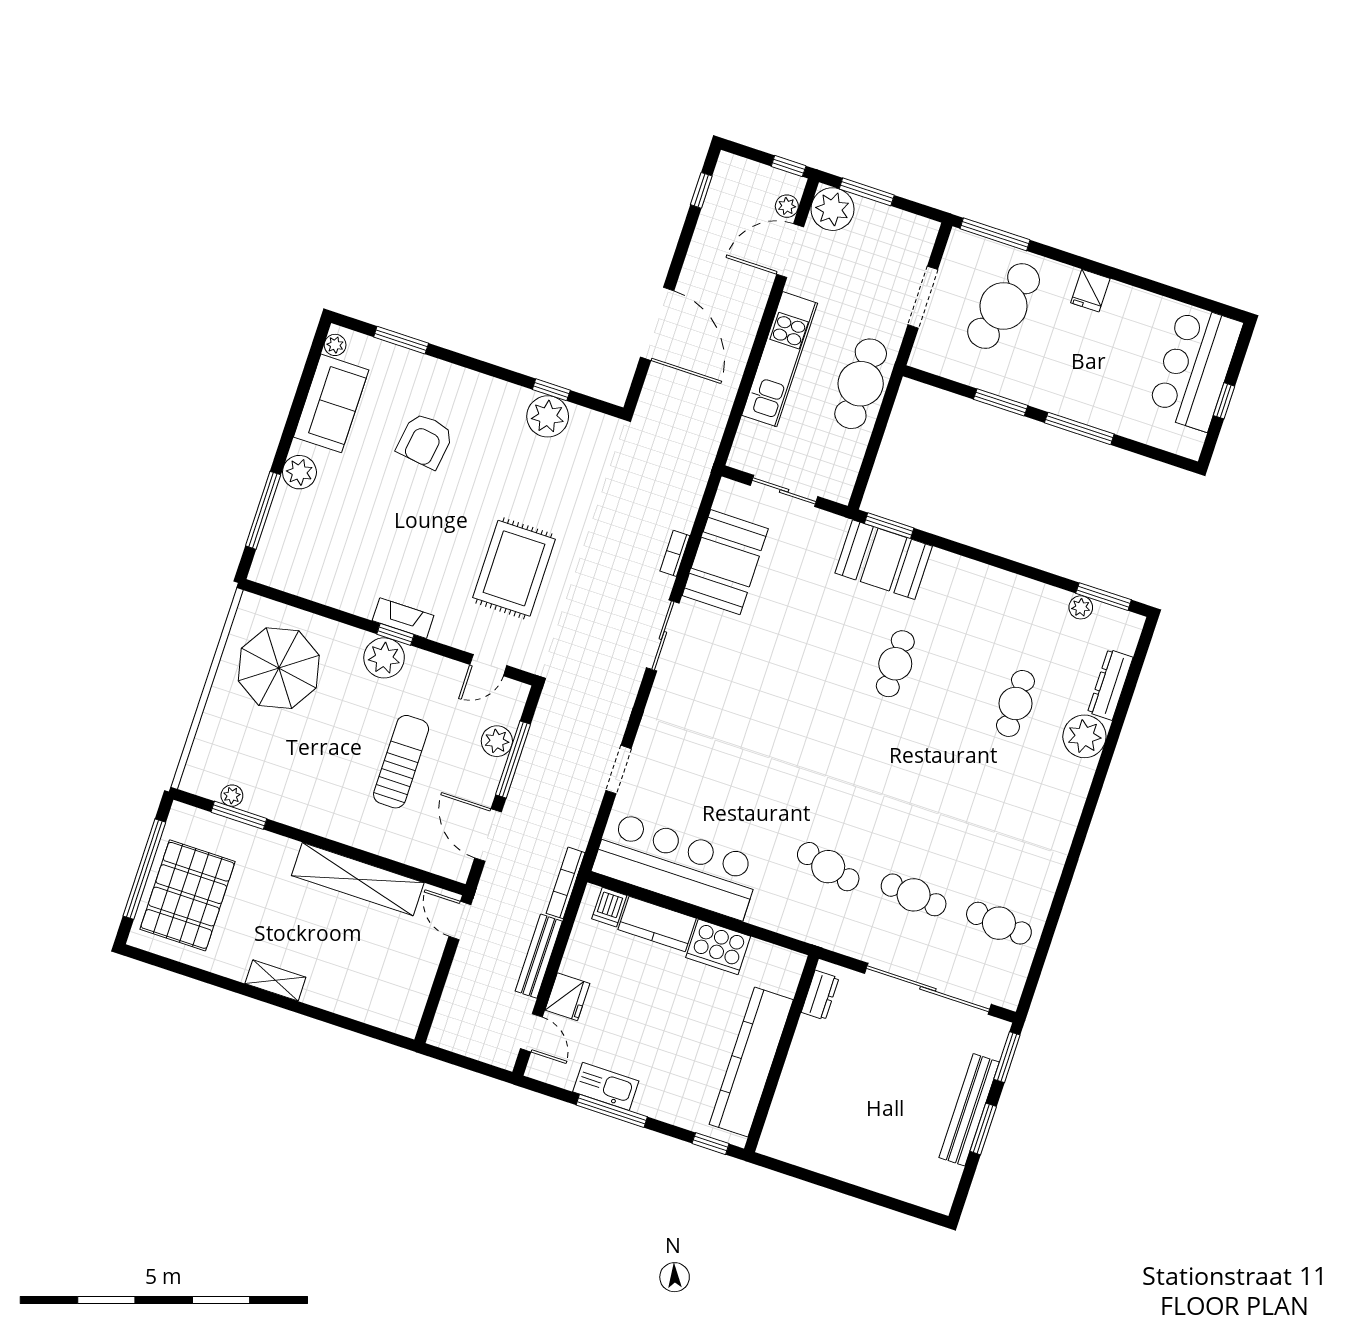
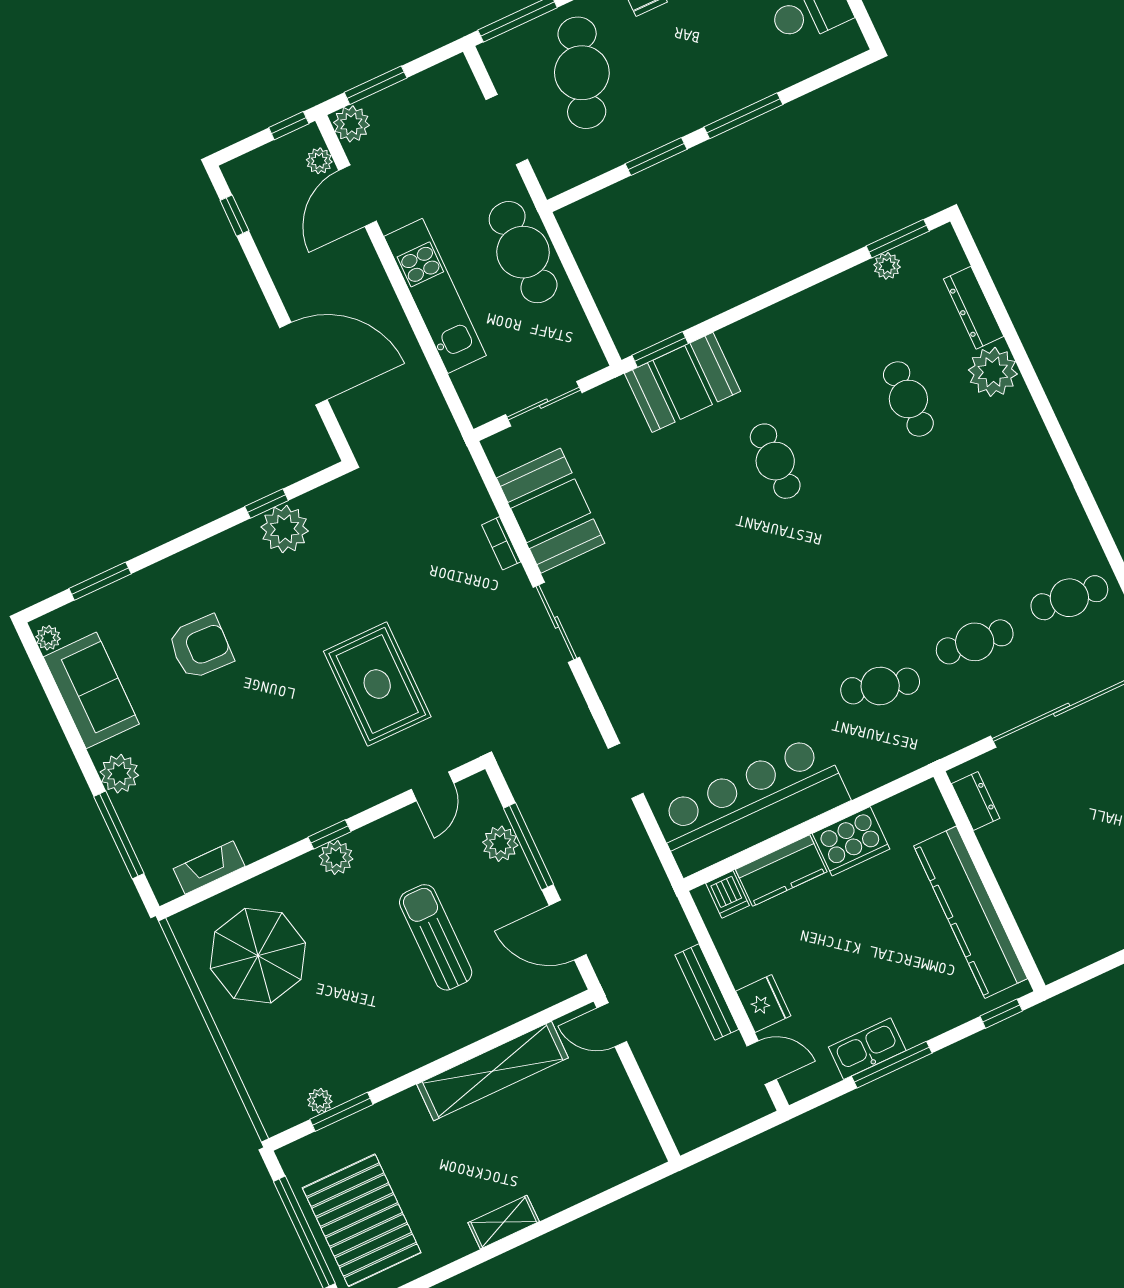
plant: (832, 209) -> (351, 124), width x0.73, depth x0.73
armchair: (425, 441) -> (201, 647), turned -96
fireplace: (403, 618) -> (209, 868), moved
plant: (384, 658) -> (336, 858), width x0.73, depth x0.73
bookcase: (566, 883) -> (671, 909), removed

